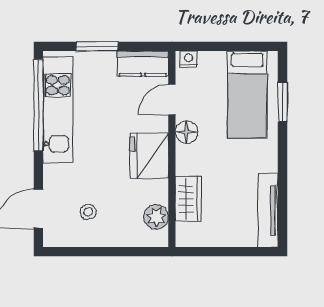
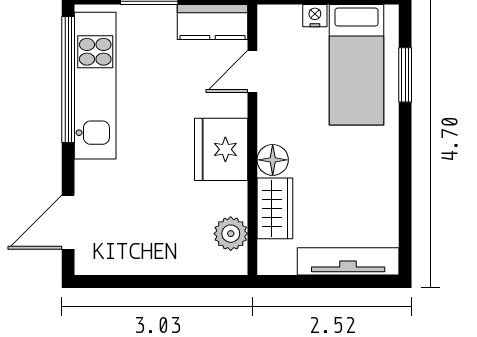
nightstand: (189, 59) -> (315, 16), moved
floor lamp: (187, 132) -> (273, 160), moved
tv unit: (268, 210) -> (348, 261), moved, turned 90
stool: (88, 212) -> (137, 227), removed

